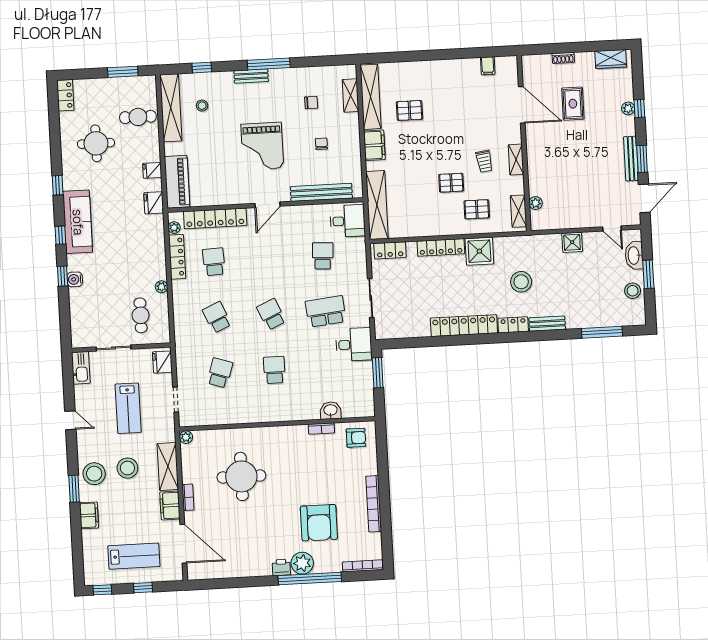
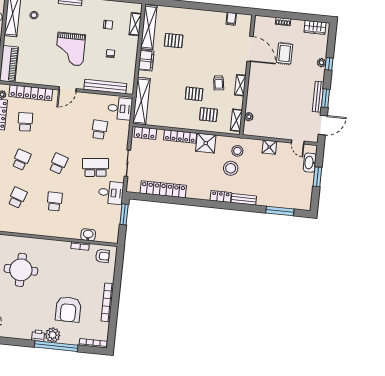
stool: (633, 291) -> (237, 151), moved
school desk: (271, 314) -> (58, 164), turned 42
school desk: (217, 317) -> (21, 160), turned 42
locker: (464, 326) -> (163, 189), moved

